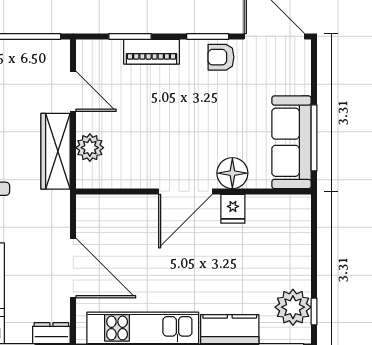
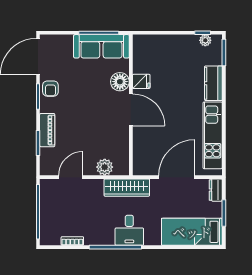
wardrobe: (56, 151) -> (127, 188), moved
plant: (293, 307) -> (205, 40), width x0.53, depth x0.53

